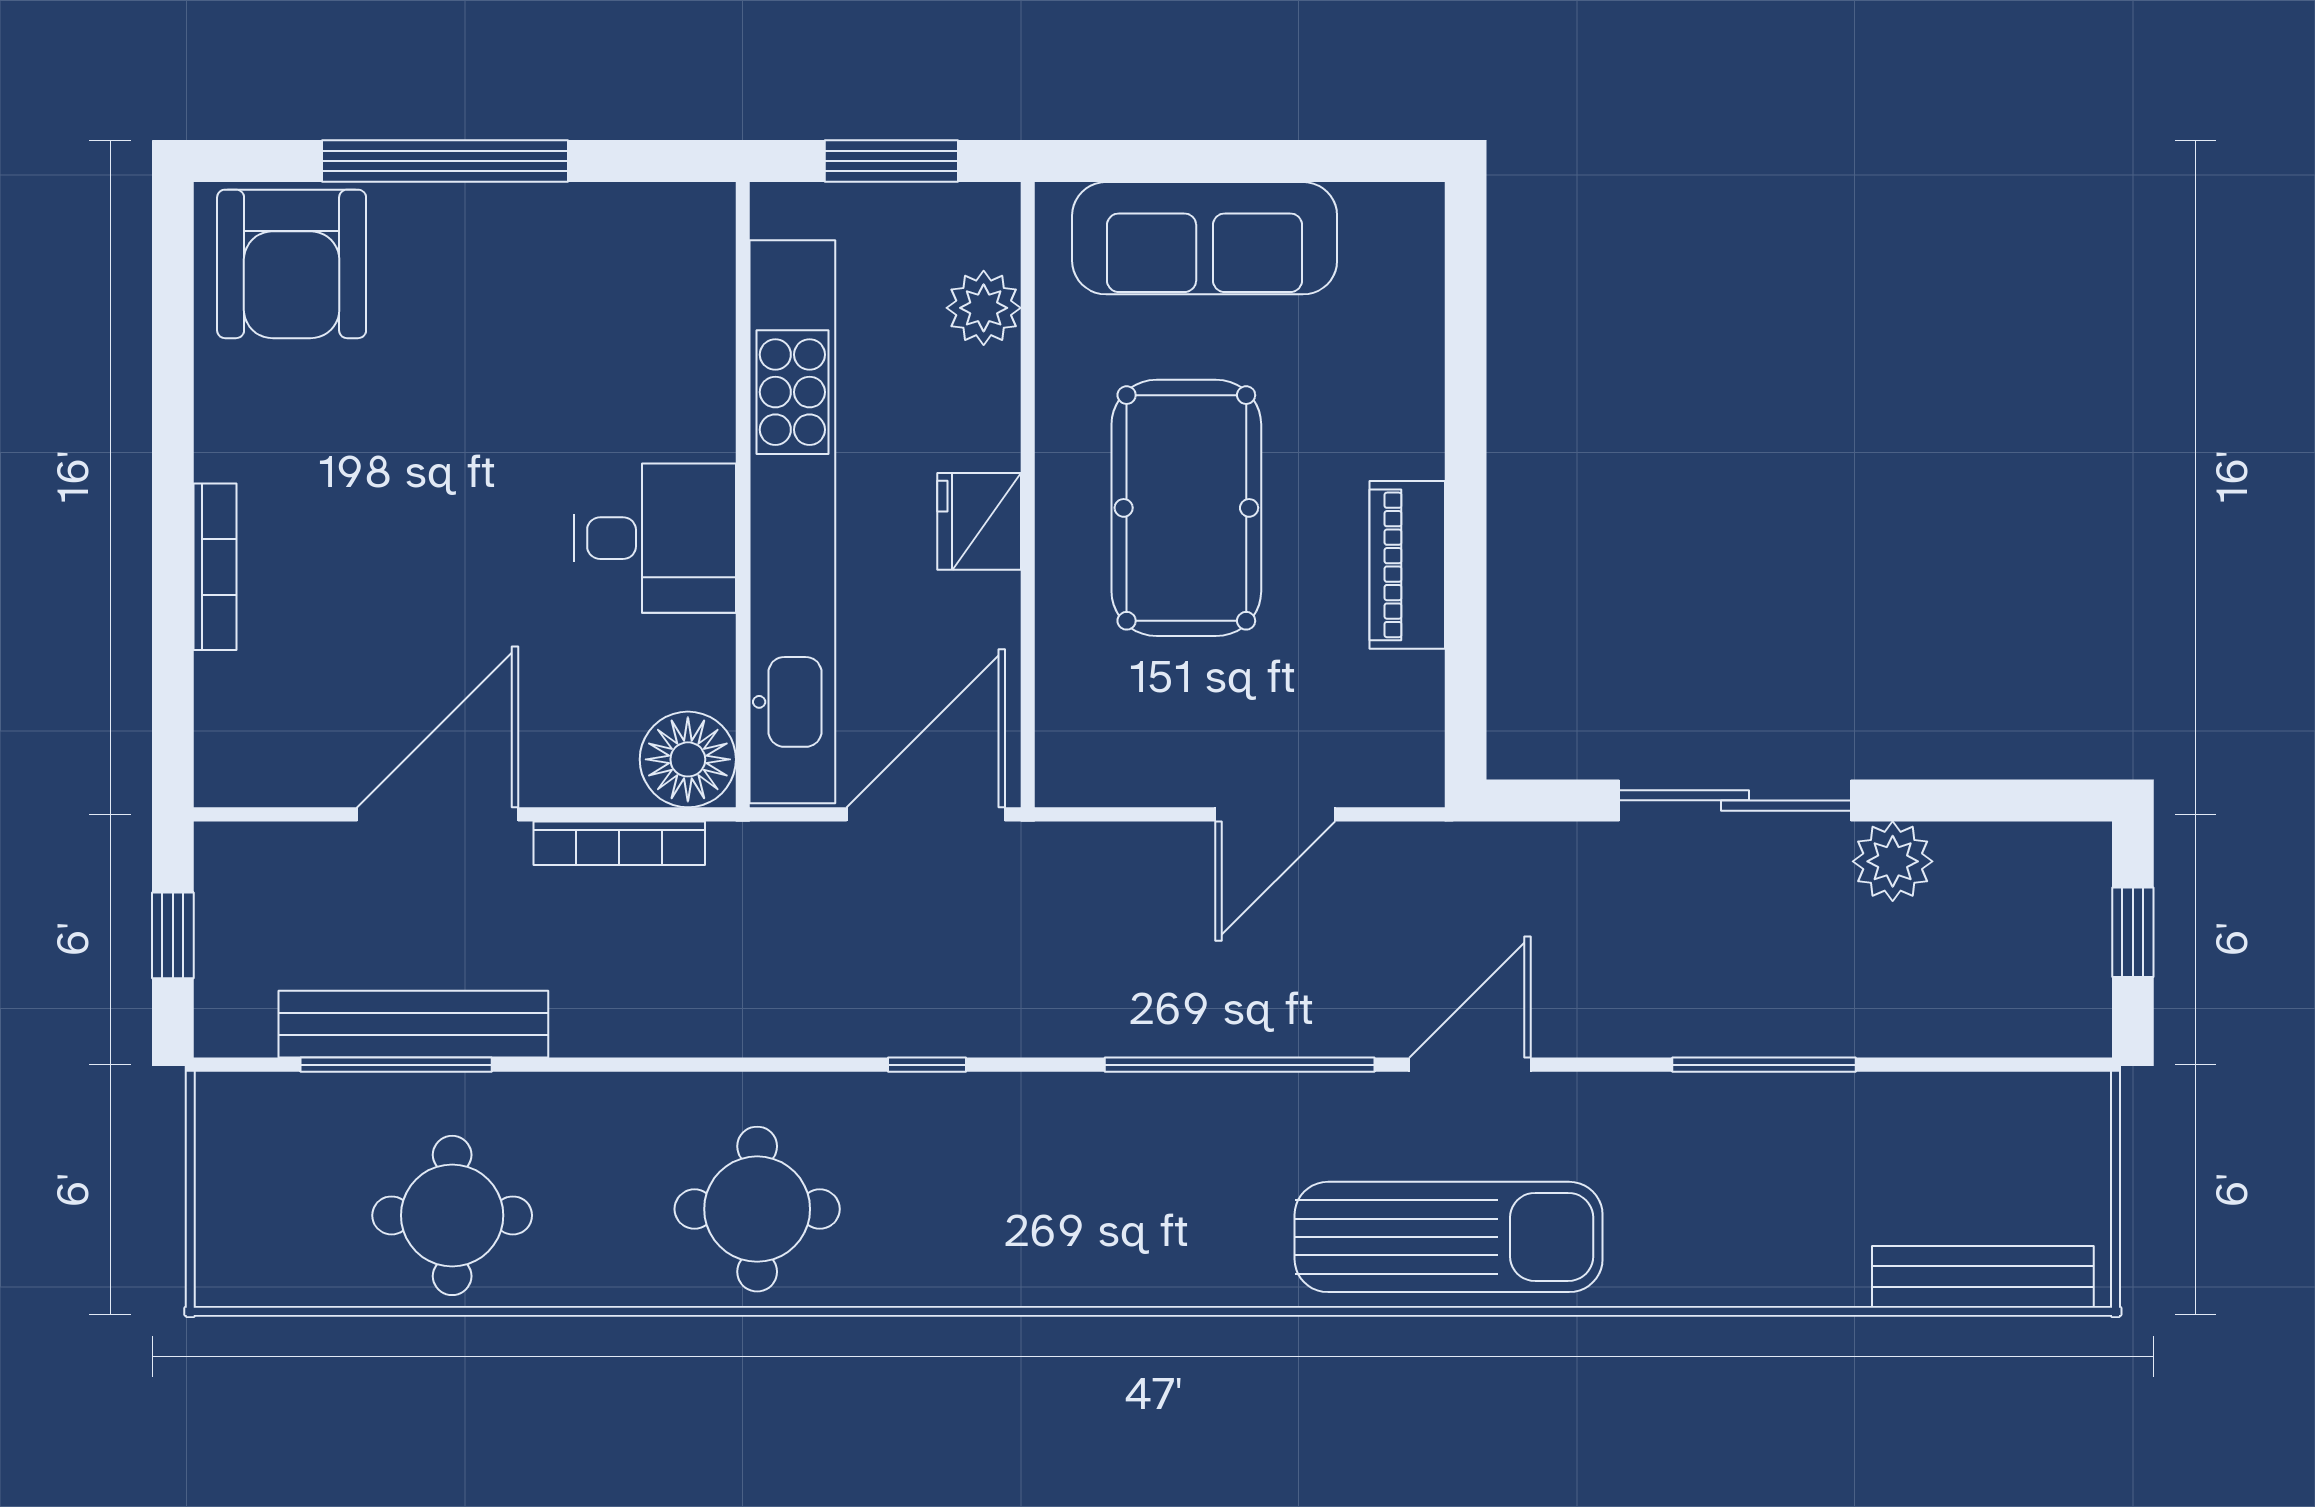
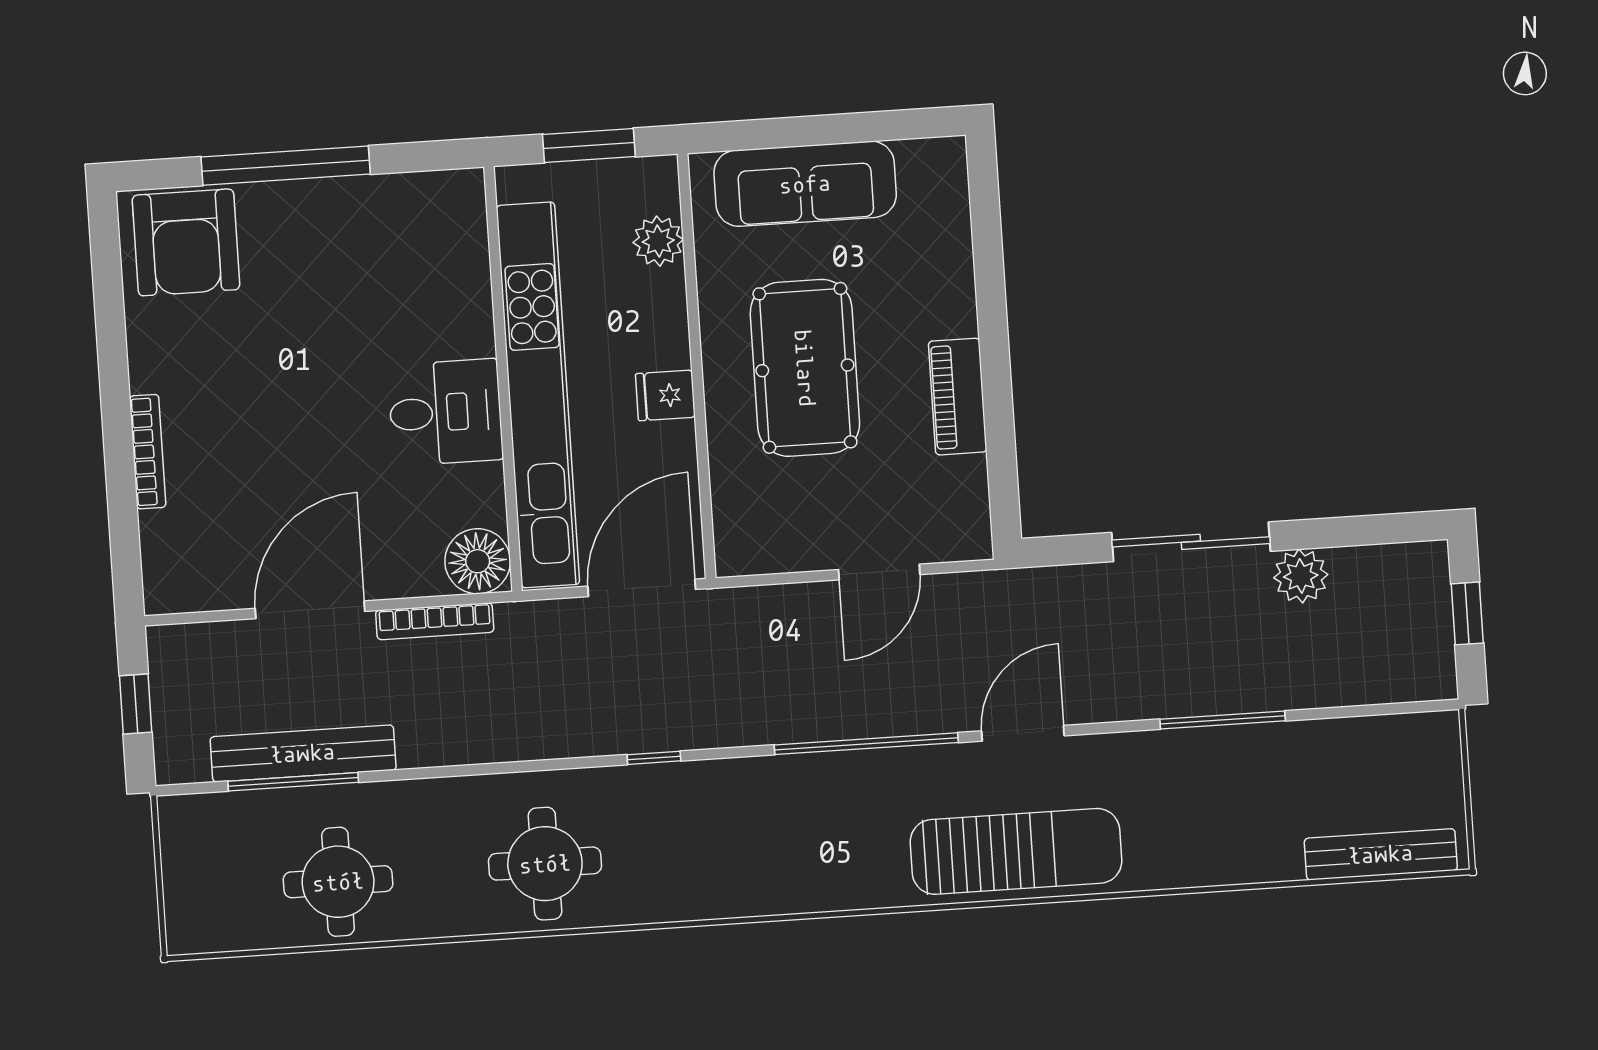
fridge: (979, 521) -> (665, 395), width x0.72

